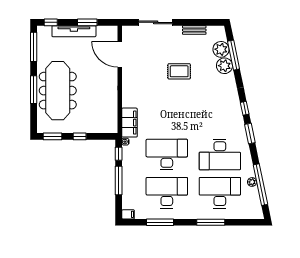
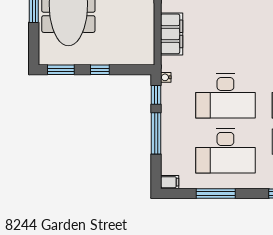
filing cabinet: (129, 123) -> (172, 34), moved
desk: (167, 155) -> (225, 96), turned 180
desk: (167, 193) -> (225, 151), turned 180

